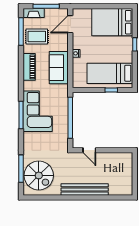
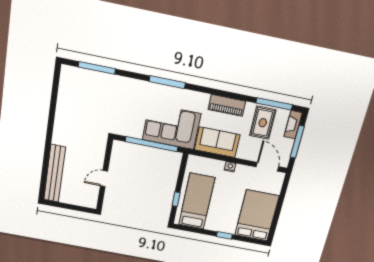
corner sofa: (38, 111) -> (172, 127), moved, turned 180
door: (89, 150) -> (104, 178), moved
spiral stairs: (39, 175) -> (84, 90), removed
bench: (85, 189) -> (55, 174), moved

